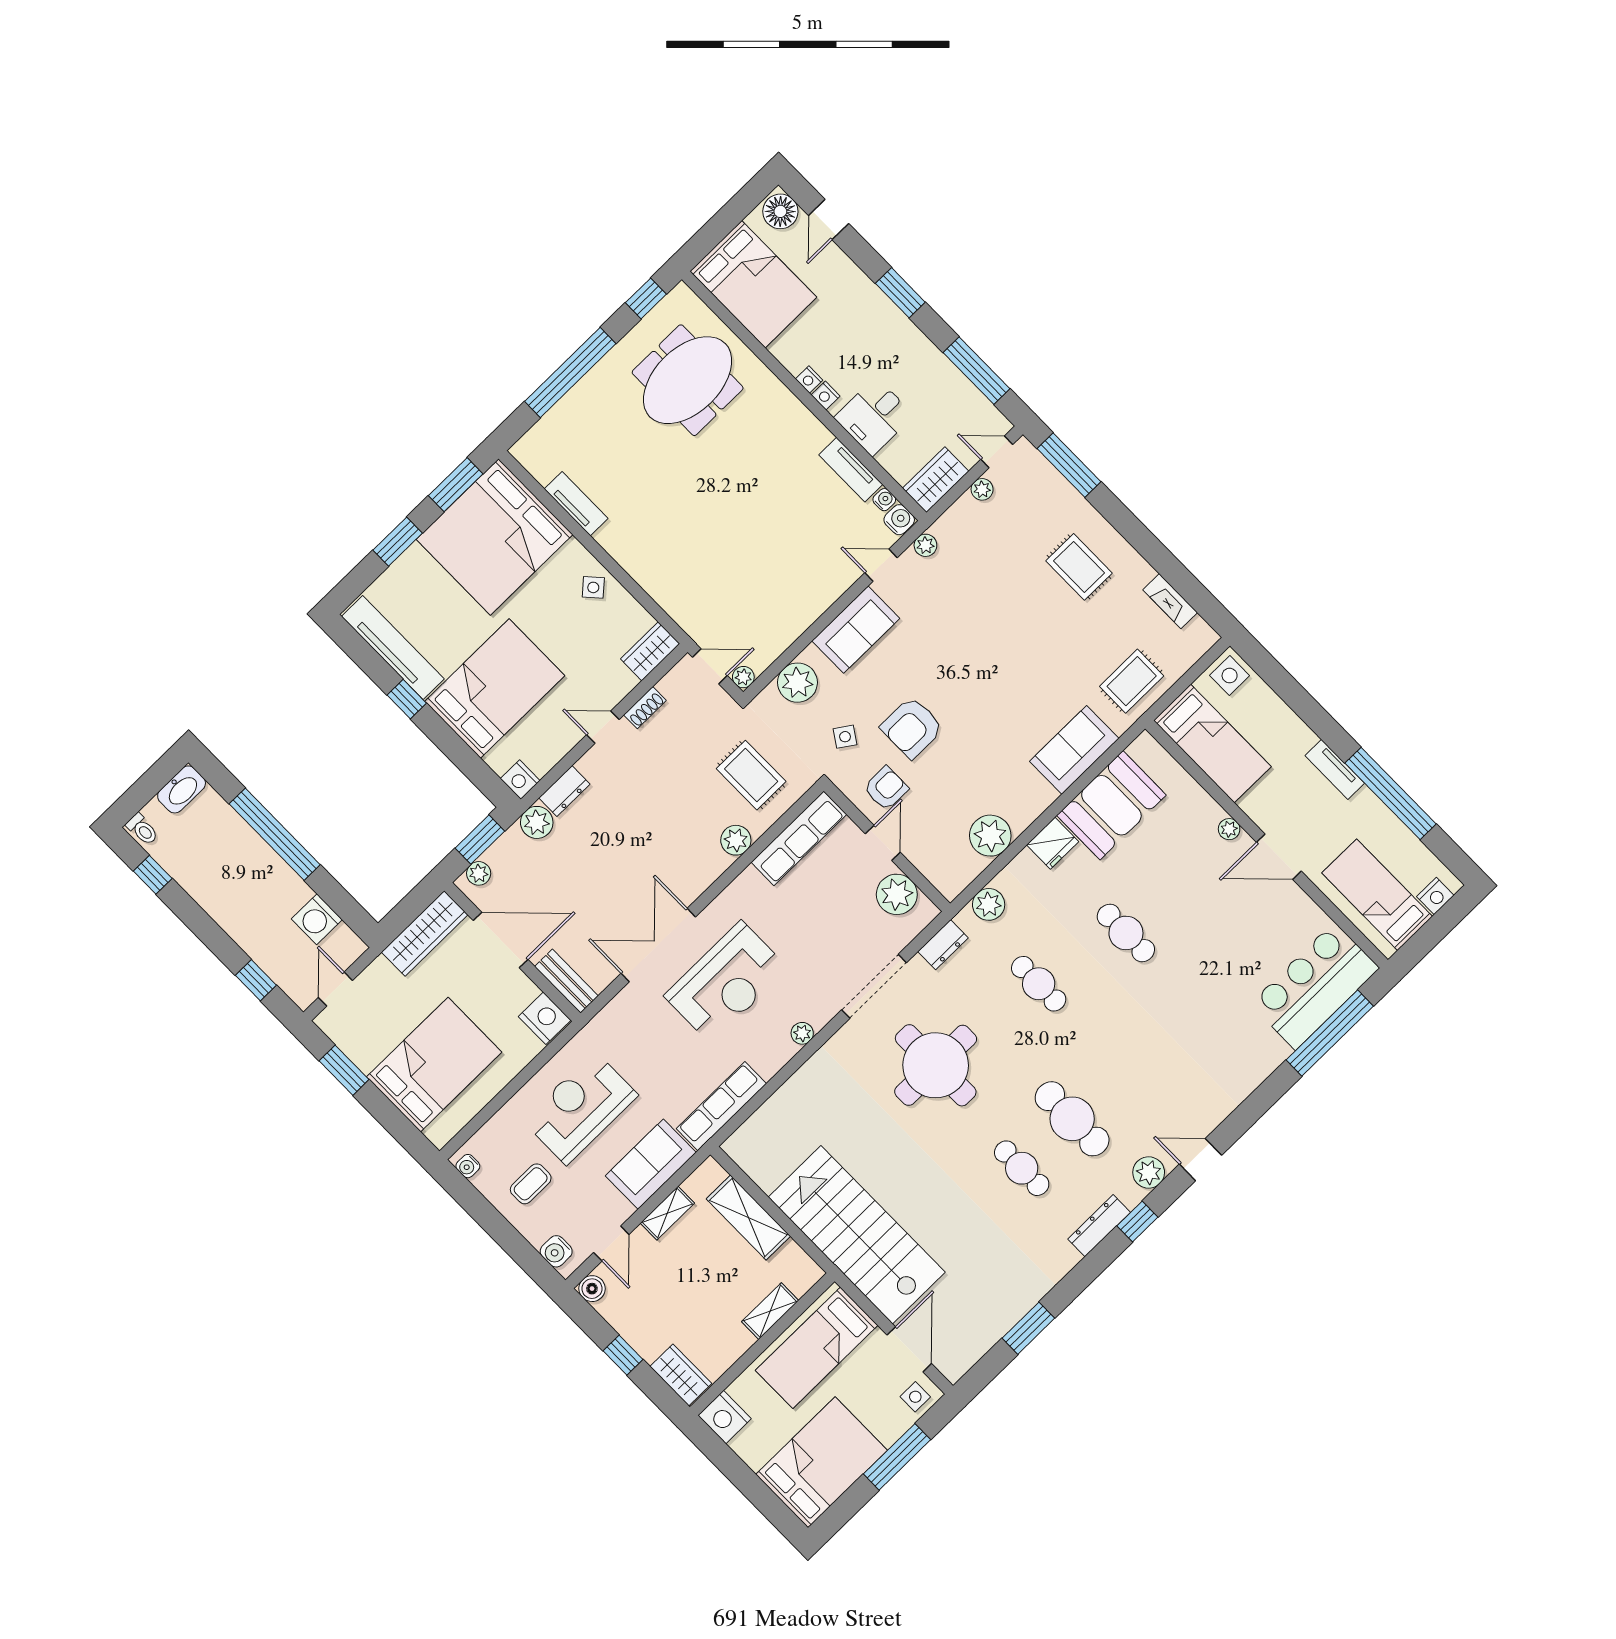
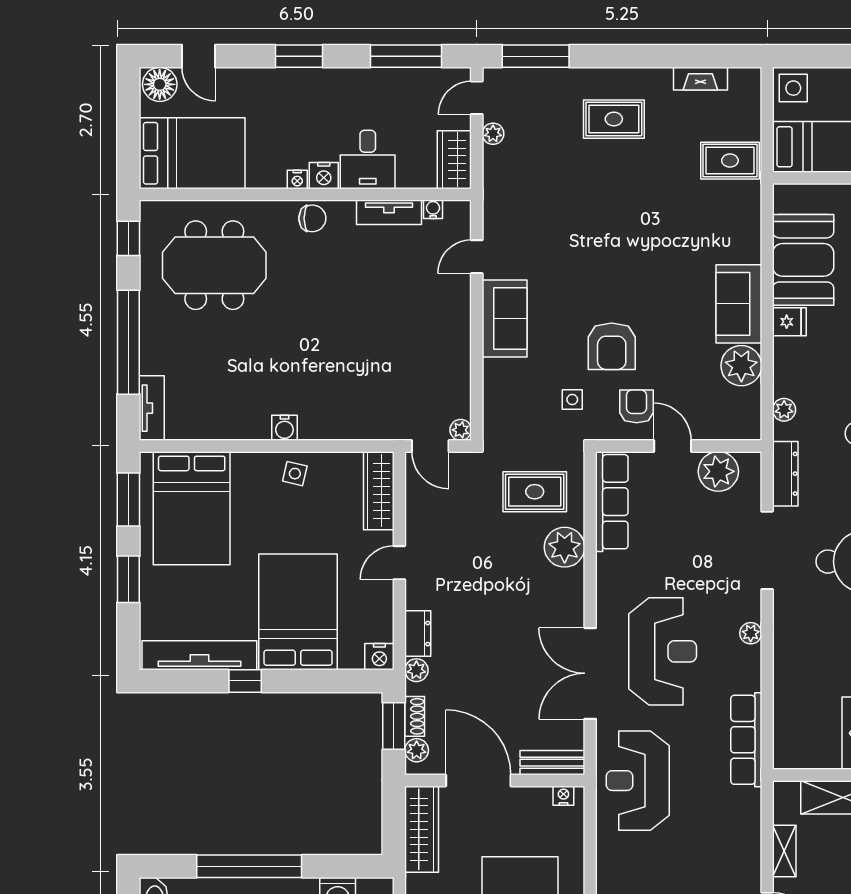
meeting table: (688, 380) -> (214, 265), turned 90
nightstand: (826, 395) -> (324, 176), width x1.39, depth x1.35
chair: (792, 418) -> (312, 218), added
tv unit: (576, 504) -> (152, 408), moved, turned 90
water cooler: (899, 520) -> (284, 428), moved, turned 180
bed: (495, 537) -> (192, 508), width x0.73
plant: (925, 545) -> (493, 212), removed
side table: (593, 587) -> (295, 474), turned -35
wardrobe: (650, 651) -> (379, 491), width x1.50
door: (710, 666) -> (430, 446), swing flipped
rug: (1132, 681) -> (730, 161), turned 90
plant: (797, 683) -> (502, 396), removed
shoe rack: (645, 708) -> (415, 716), moved
side table: (845, 737) -> (572, 400), turned -34
sofa: (1074, 750) -> (739, 304), moved
plant: (537, 822) -> (416, 670), width x0.73, depth x0.73
plant: (736, 840) -> (565, 547), width x1.36, depth x1.36
fridge: (1053, 843) -> (789, 322), width x0.72
plant: (989, 904) -> (784, 410), width x0.73, depth x0.73
door: (501, 940) -> (478, 781), hinge flipped
dresser: (943, 945) -> (785, 474), width x1.44
nightstand: (545, 1018) -> (563, 796), width x0.53, depth x0.56
reception desk: (580, 1108) -> (638, 781), moved
sofa: (651, 1164) -> (738, 829), removed

